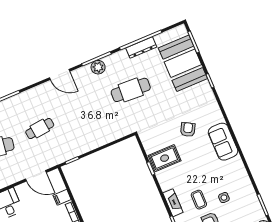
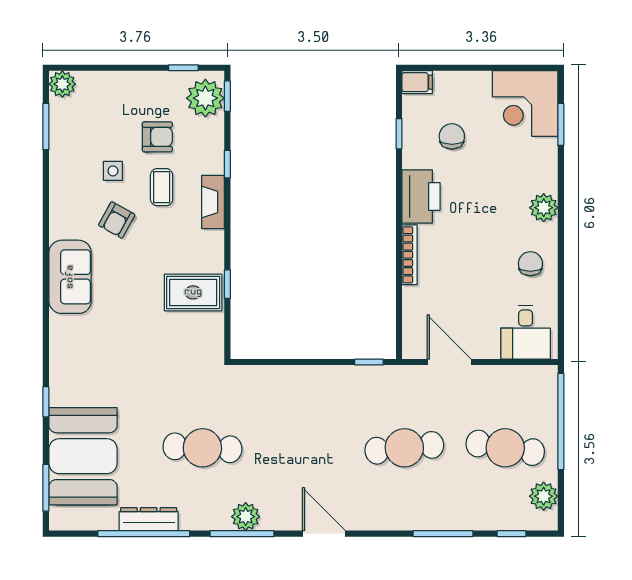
cafe table: (40, 129) -> (404, 448), width x1.37, depth x1.35
armchair: (188, 130) -> (117, 220), moved
filing cabinet: (62, 197) -> (417, 301), removed

